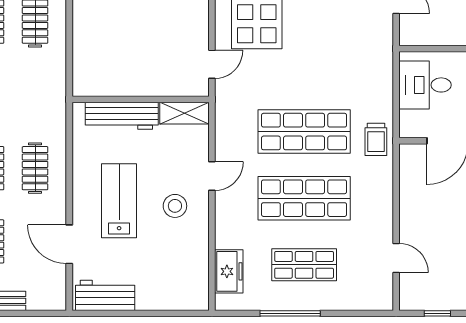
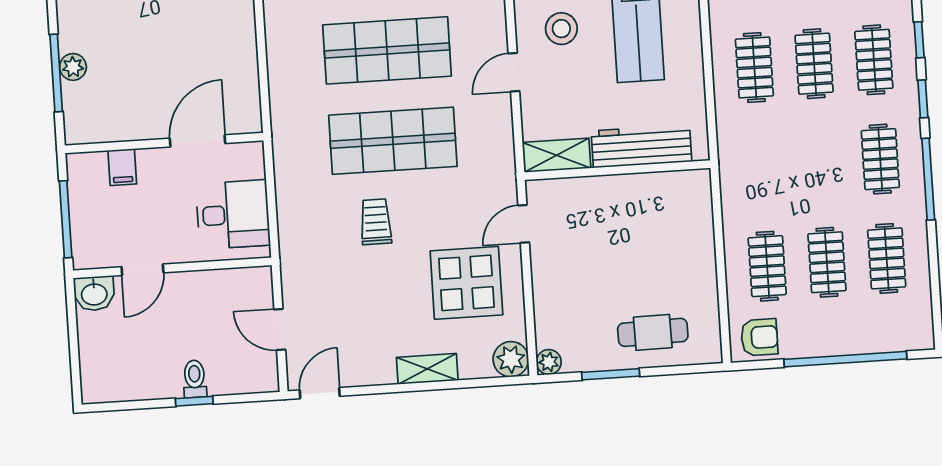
trolley: (376, 139) -> (376, 222), moved

